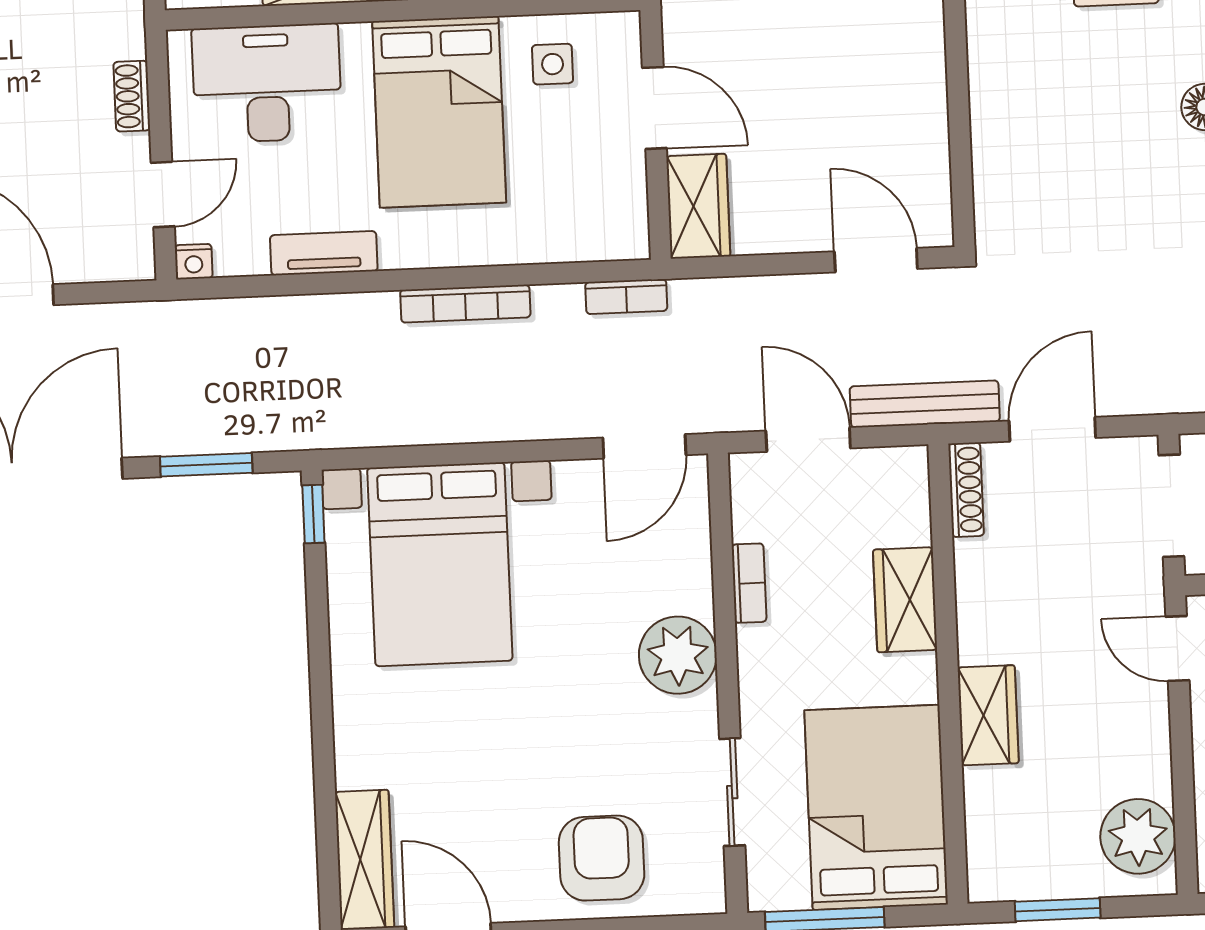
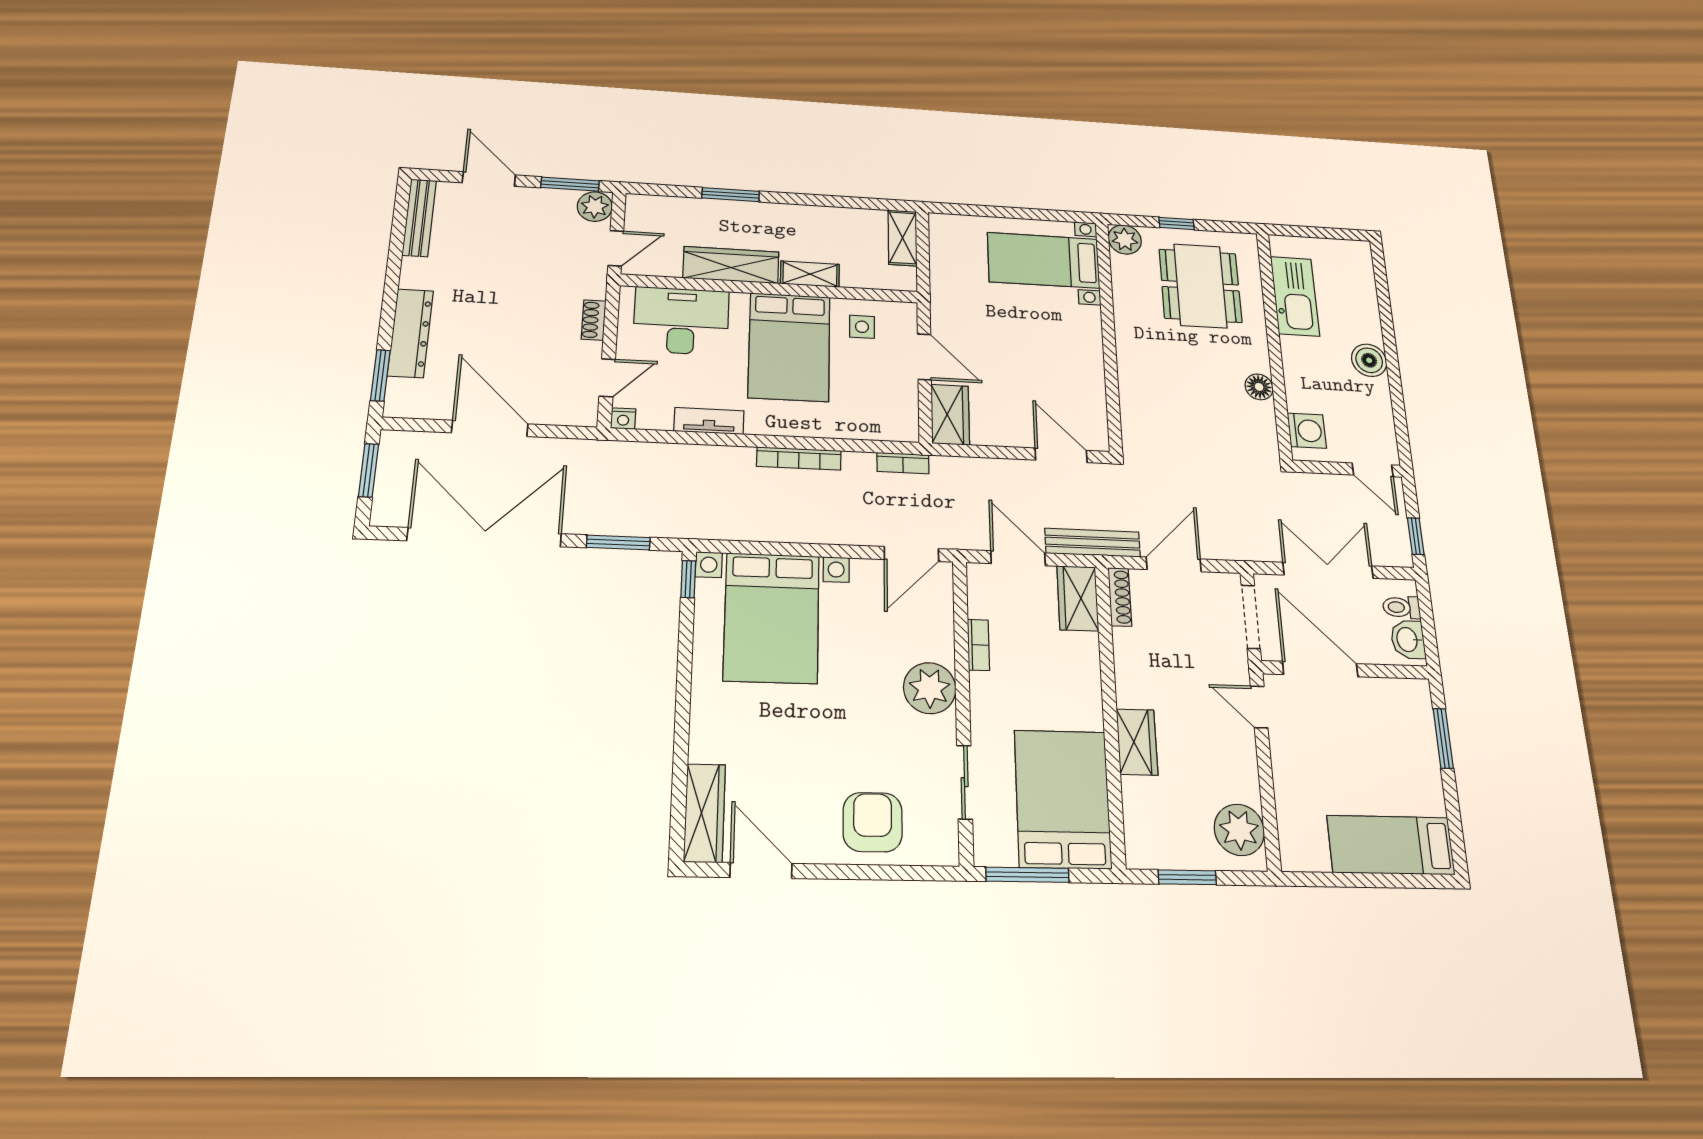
wardrobe: (905, 600) -> (1078, 598), moved

